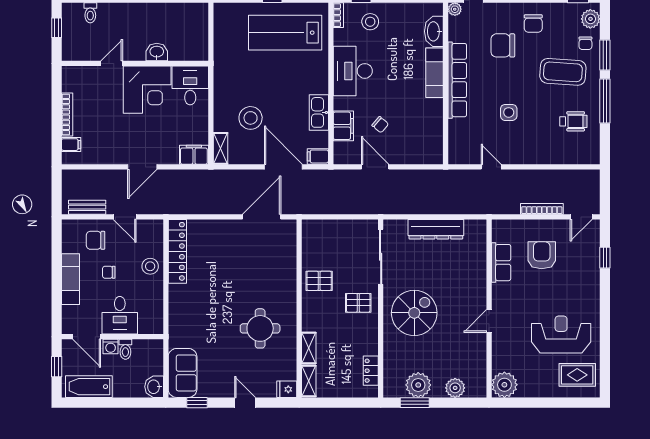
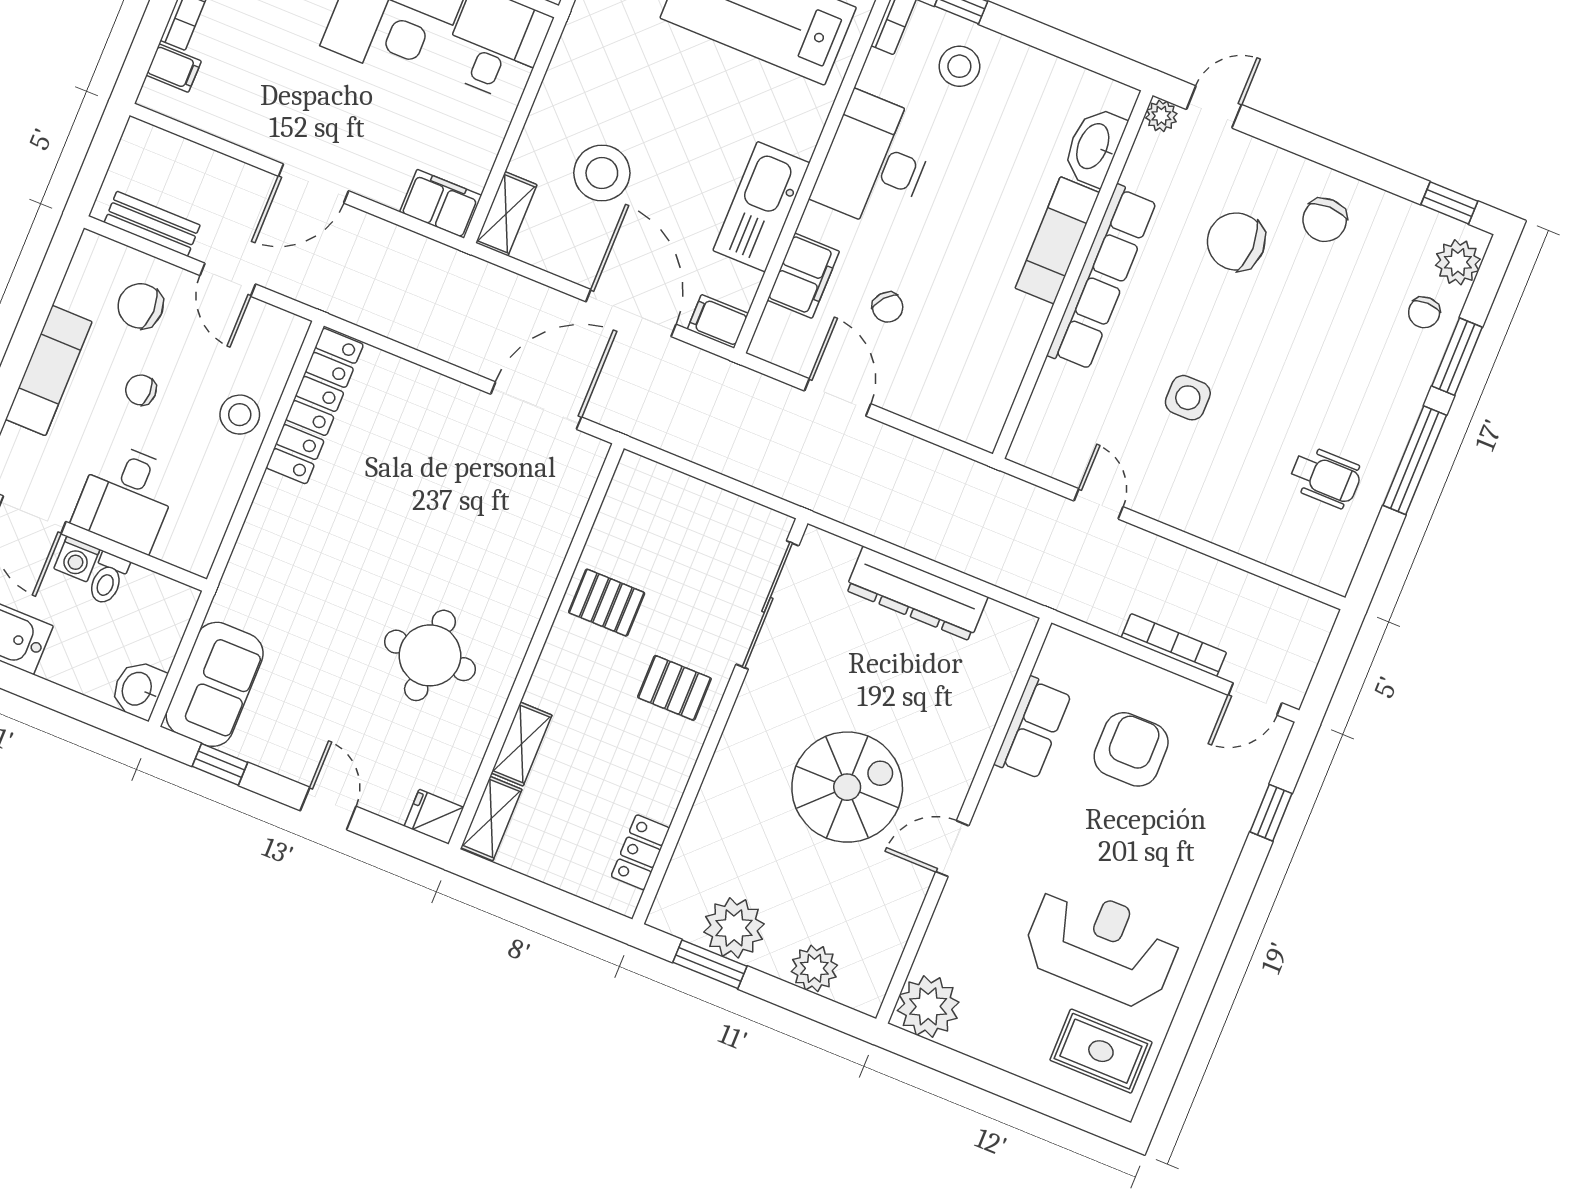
coffee table: (563, 72) -> (1347, 356), removed
kitchen sink: (319, 112) -> (761, 207), width x1.36, depth x1.24
spiral stairs: (414, 313) -> (847, 787), moved

